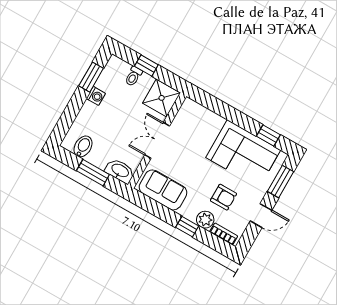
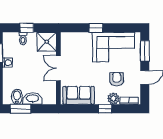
window: (268, 135) -> (96, 28), moved
washbasin: (120, 171) -> (32, 99), moved
window: (93, 173) -> (21, 109), moved
armchair: (224, 197) -> (117, 79), turned -90

